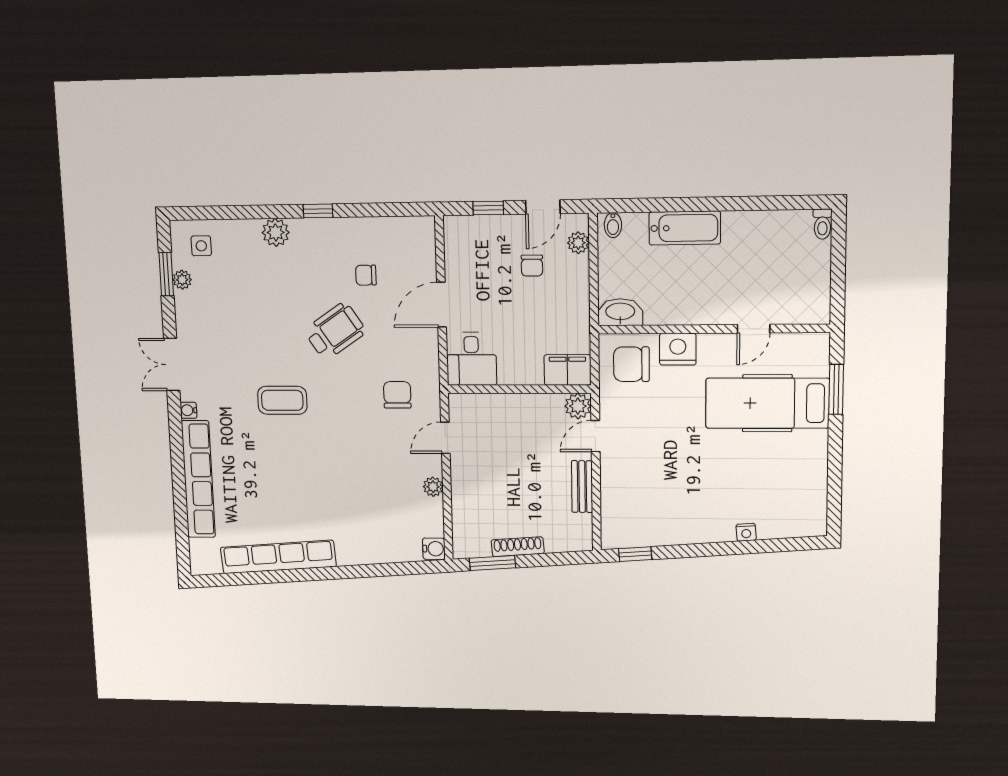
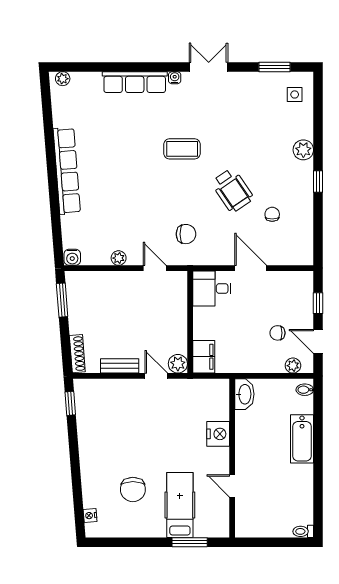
plant: (182, 280) -> (63, 79), moved
chair: (631, 364) -> (133, 490), moved, turned 180
coffee table: (282, 400) -> (182, 149), turned 90
hospital bed: (767, 403) -> (180, 505), width x0.73, depth x0.78
row of seats: (198, 479) -> (135, 82), width x0.73
nightstand: (746, 532) -> (90, 515), moved
shoe rack: (518, 547) -> (77, 354), moved
row of seats: (278, 557) -> (67, 171), moved

